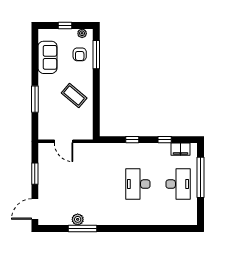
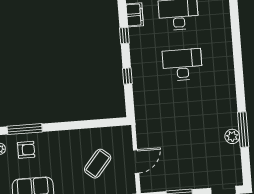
coffee table: (74, 96) -> (98, 164), moved
desk: (138, 184) -> (182, 65), turned 180

